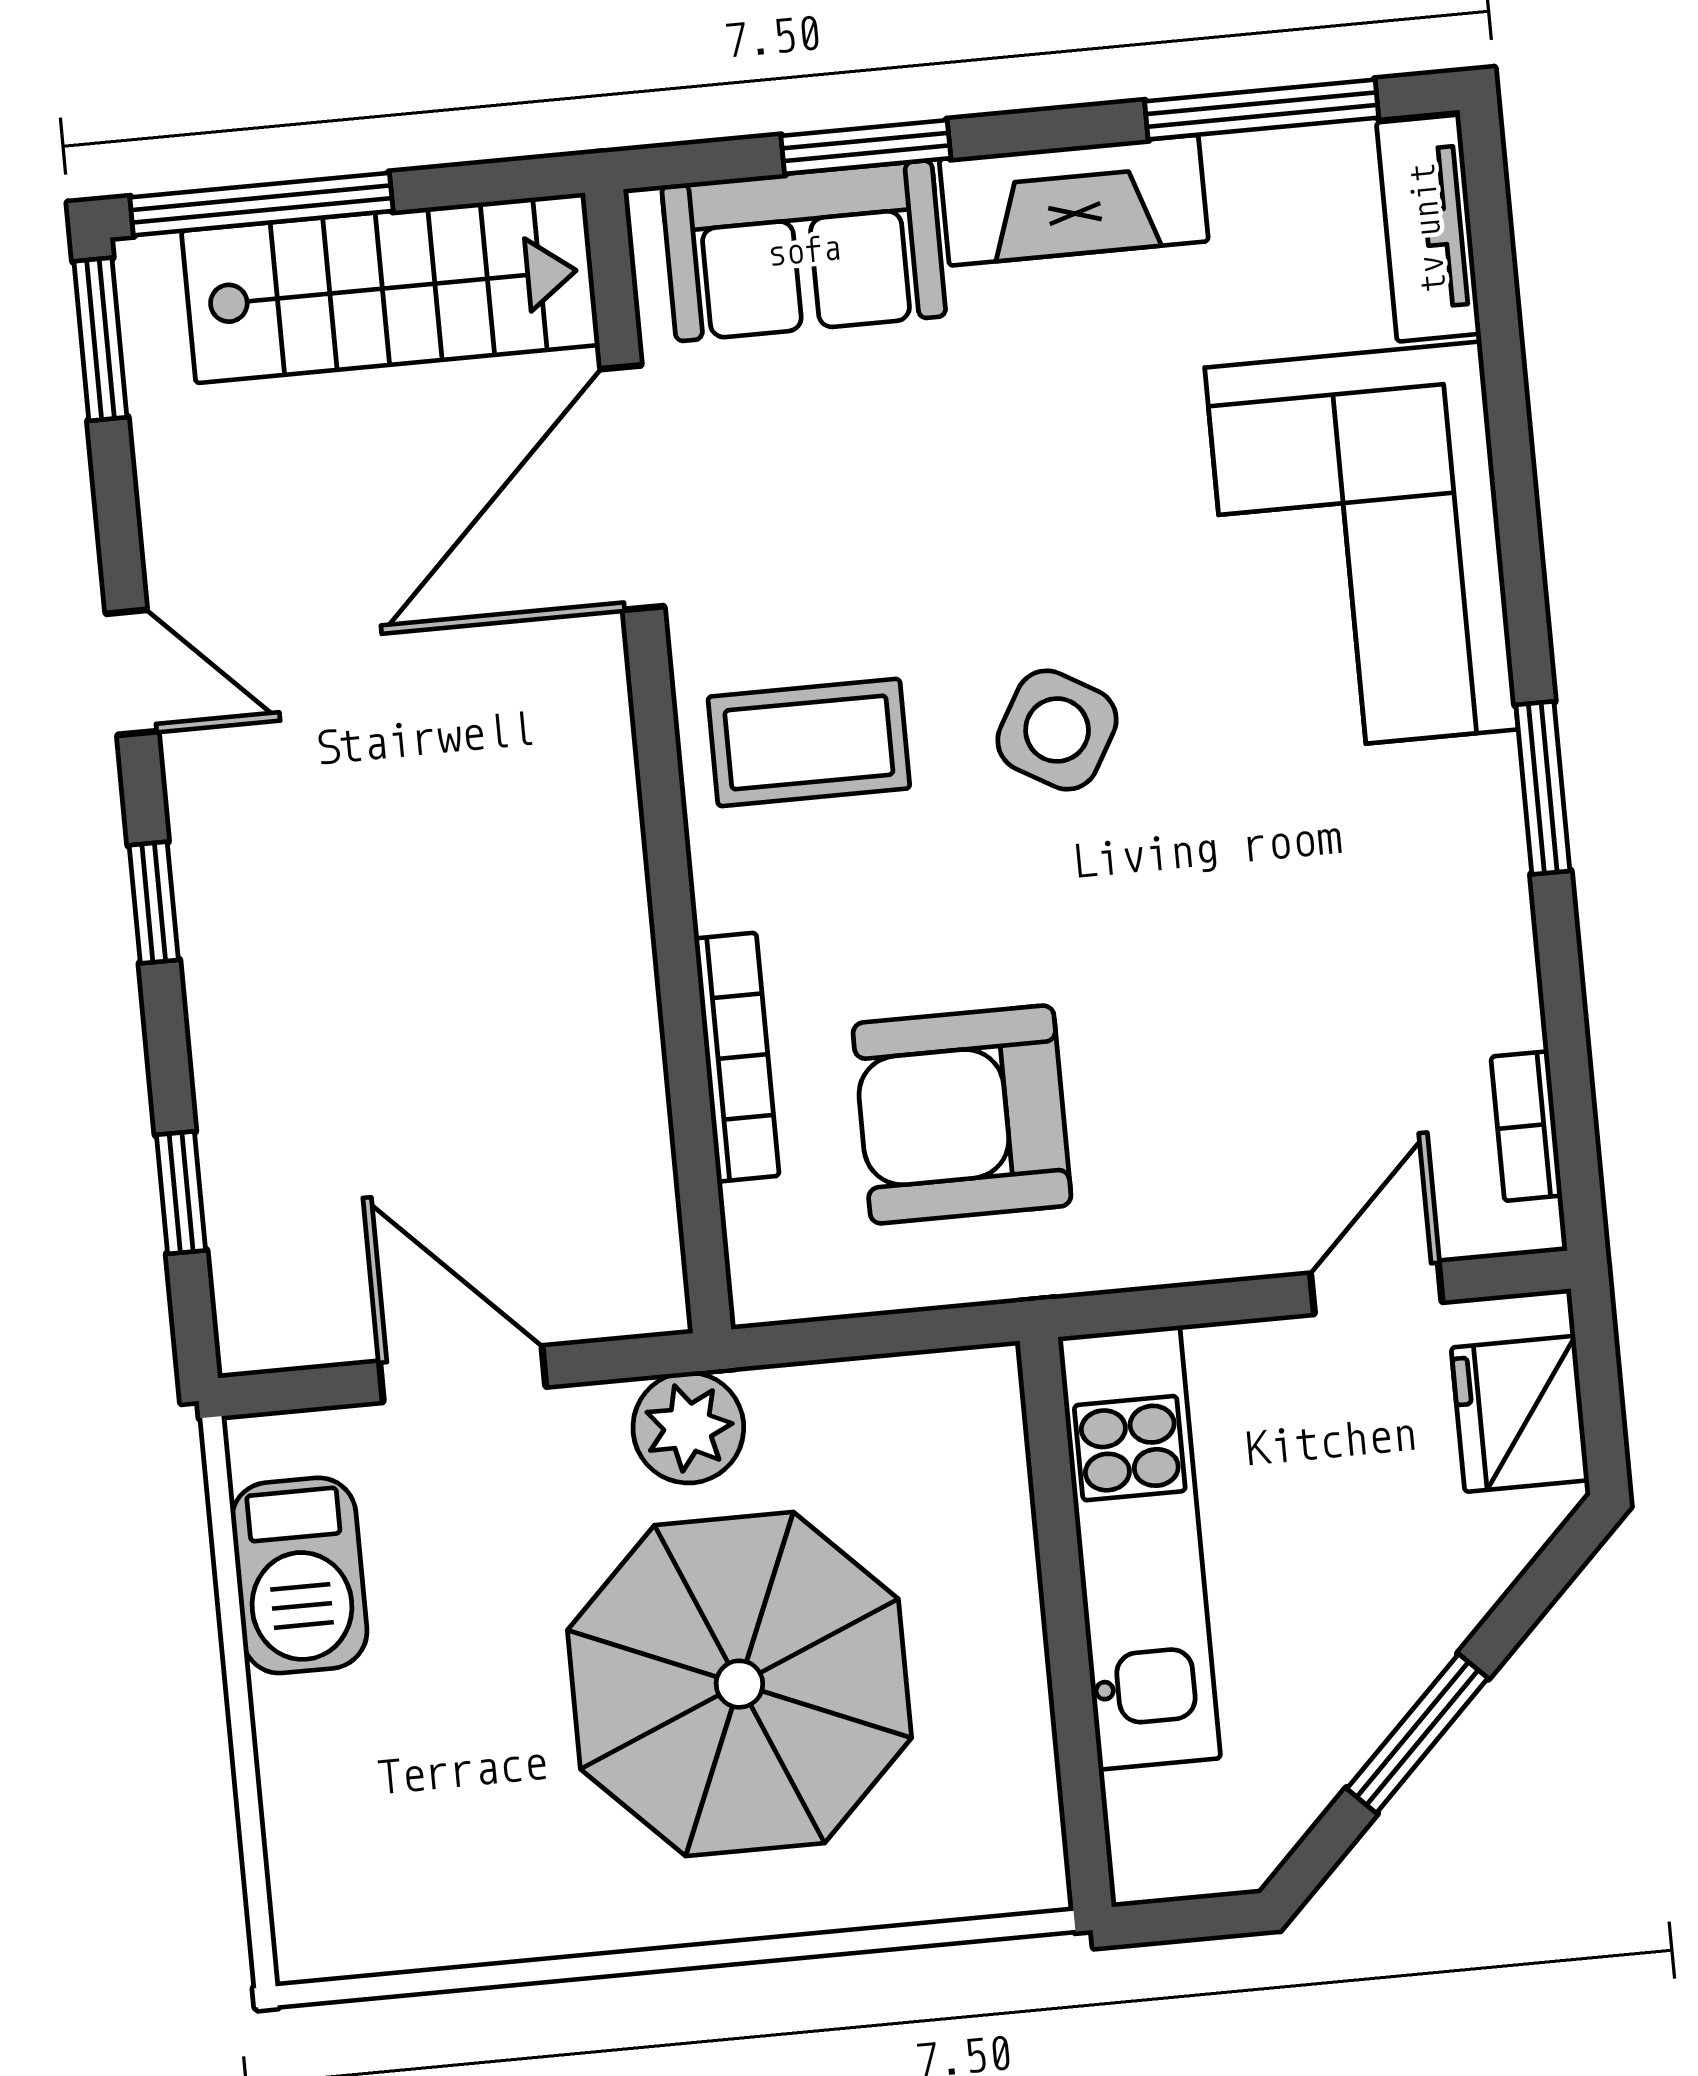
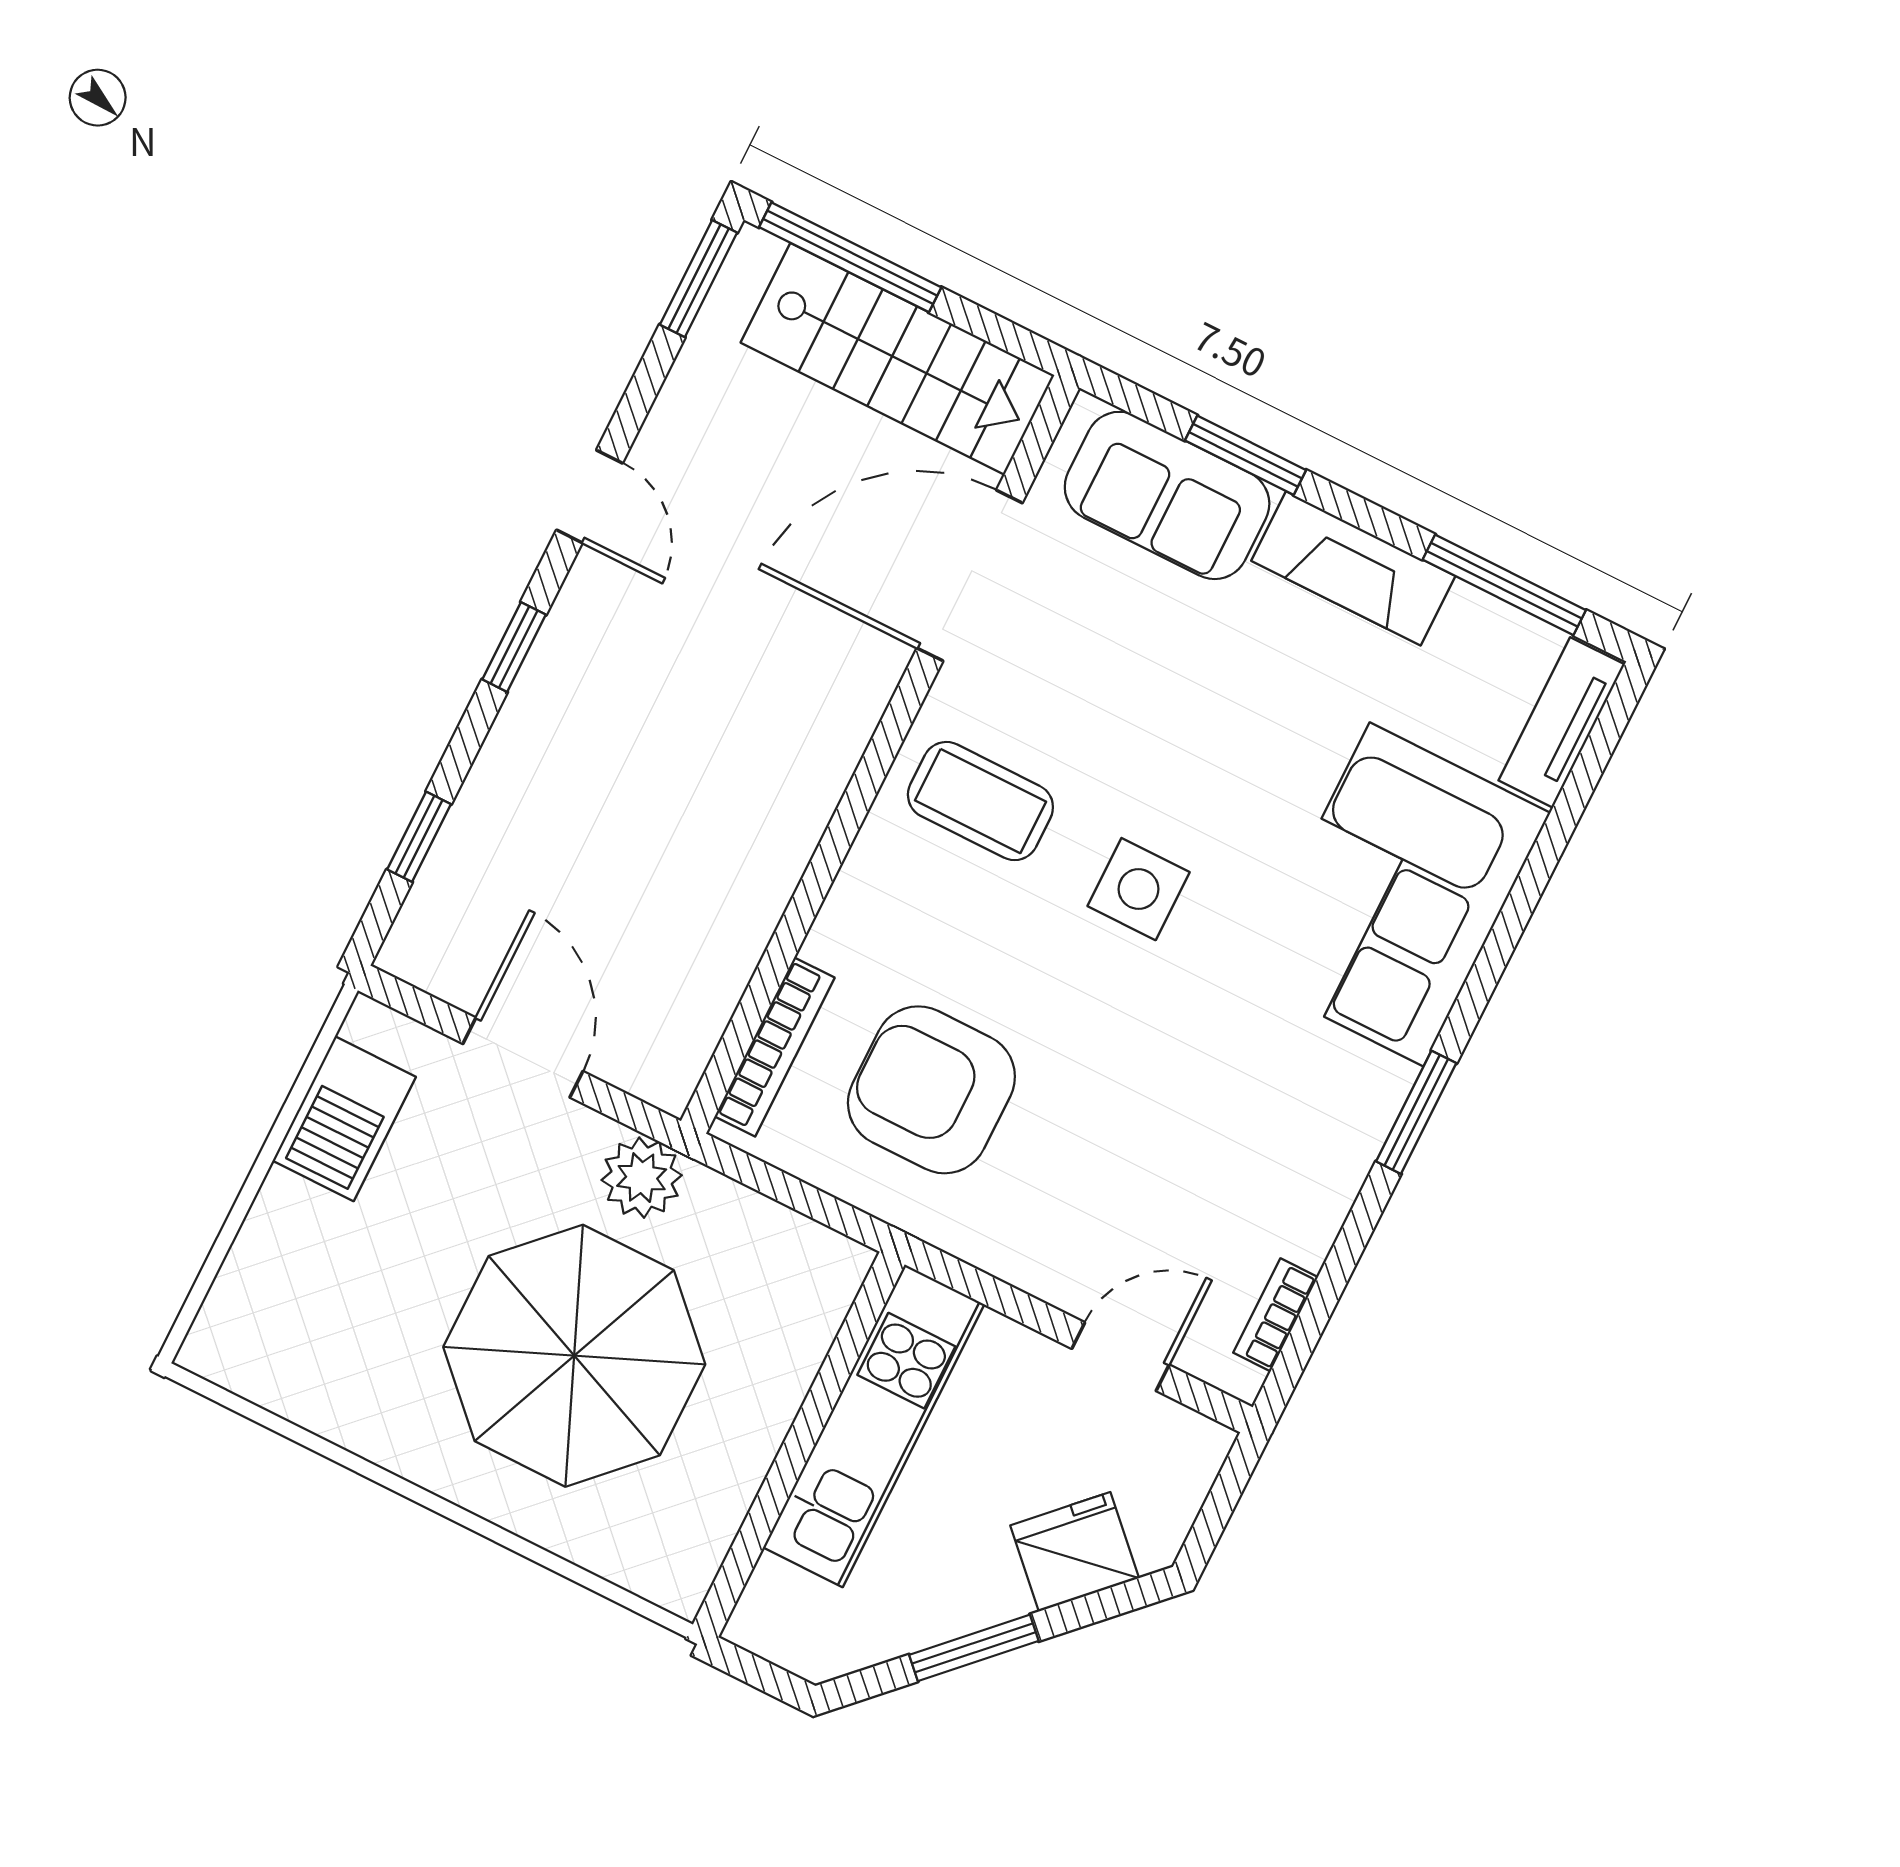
side table: (1057, 730) -> (1139, 889), turned -30
bookcase: (737, 1057) -> (775, 1047), moved
fridge: (1520, 1414) -> (1075, 1552), moved, turned 45

